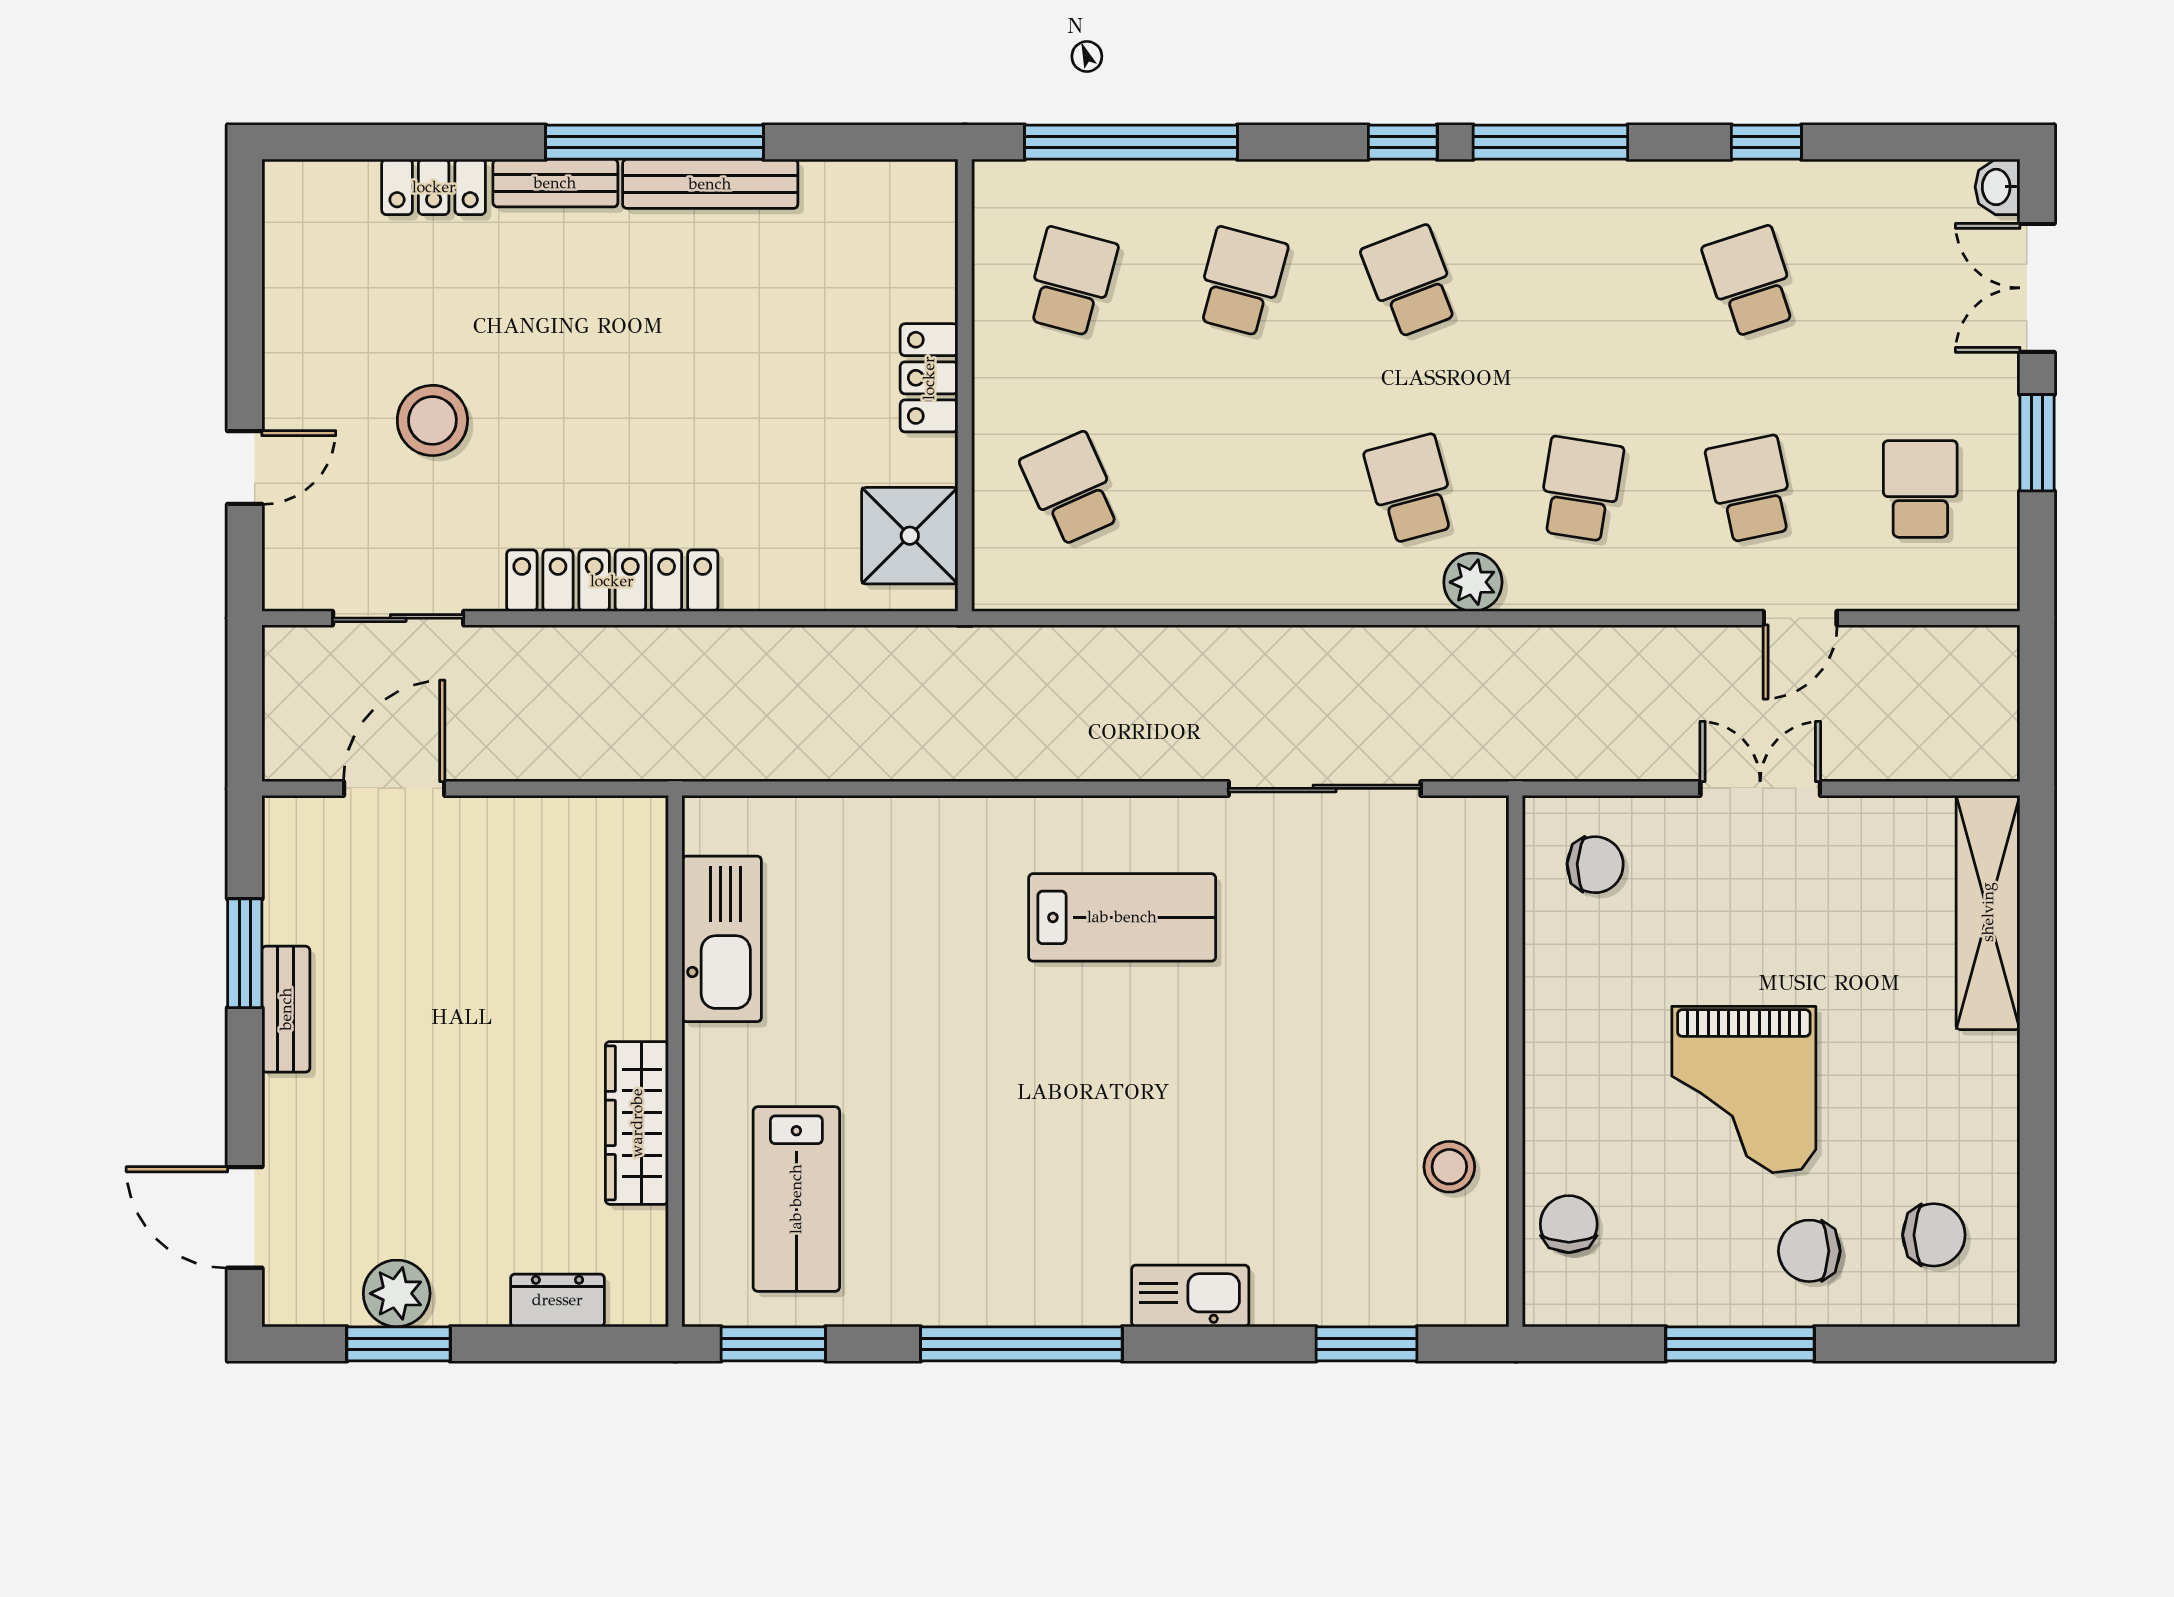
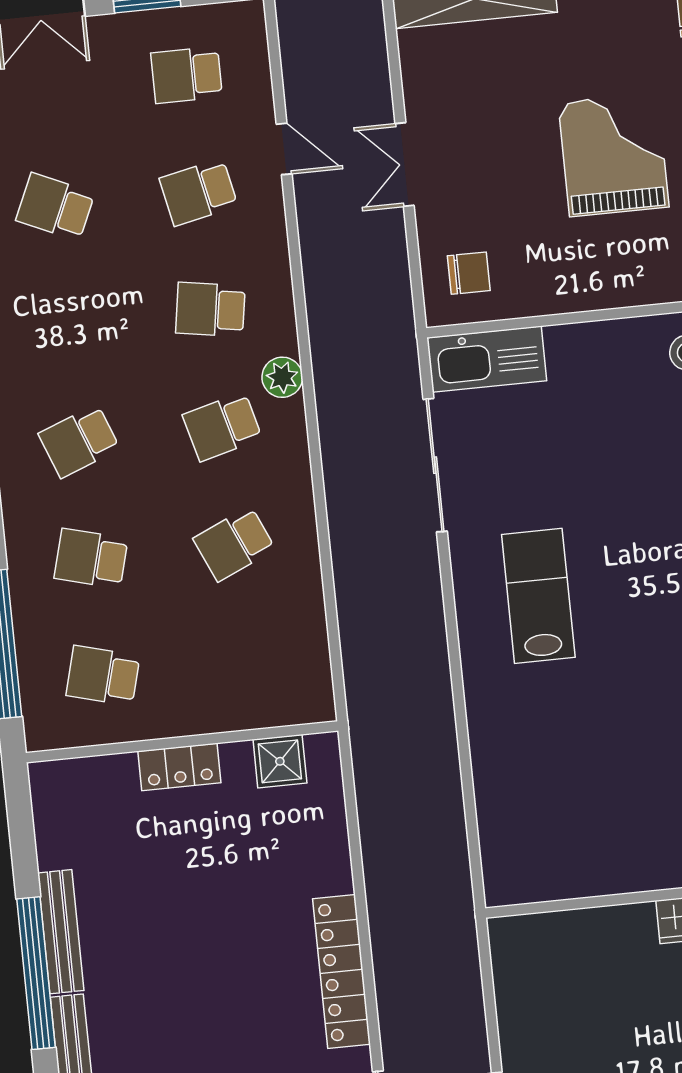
school desk: (1750, 282) -> (55, 207), turned 42
school desk: (1071, 489) -> (234, 544), moved
shower: (910, 536) -> (280, 761), width x0.73, depth x0.73
chair: (1595, 865) -> (469, 273), turned 88
kitchen sink: (722, 939) -> (487, 359), moved, turned 180
grand piano: (1744, 1090) -> (614, 155), turned -90

